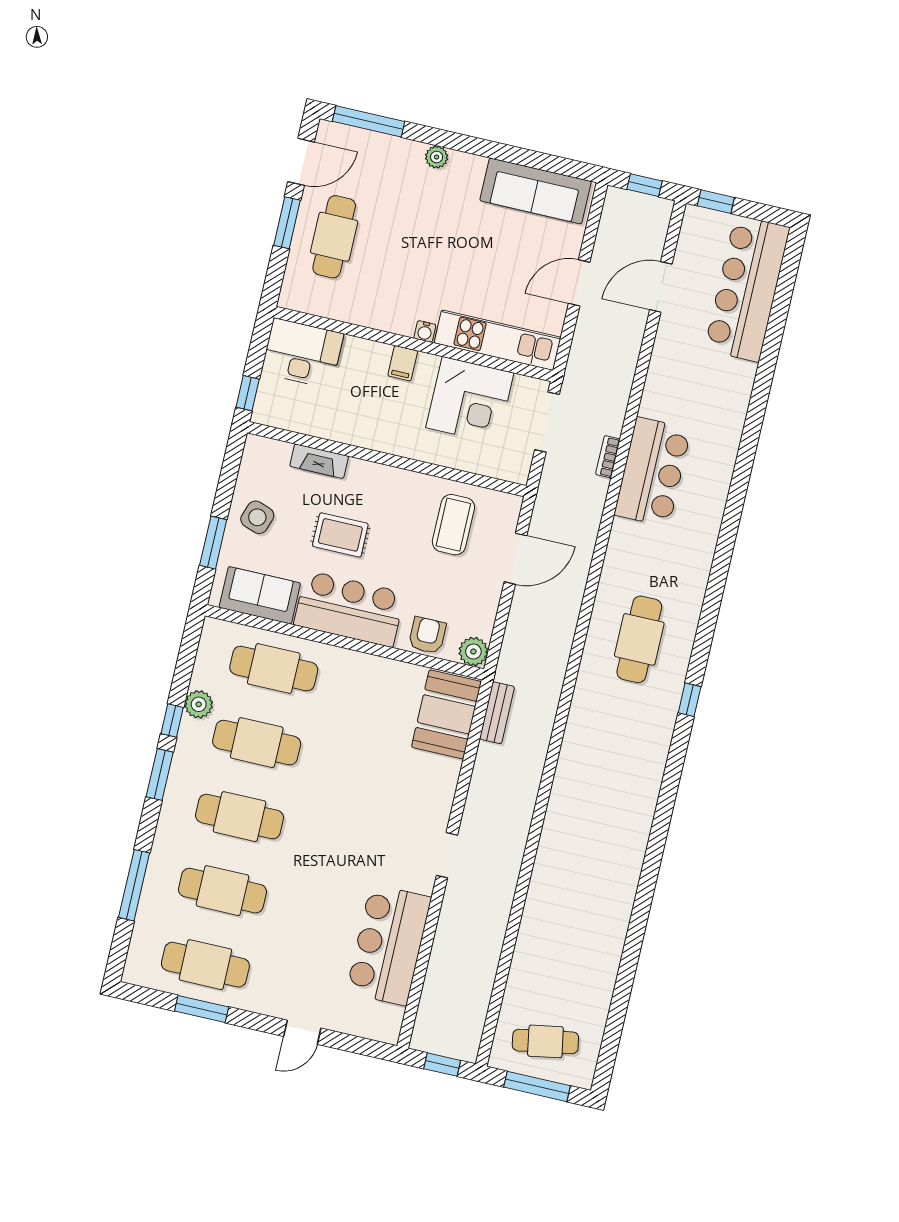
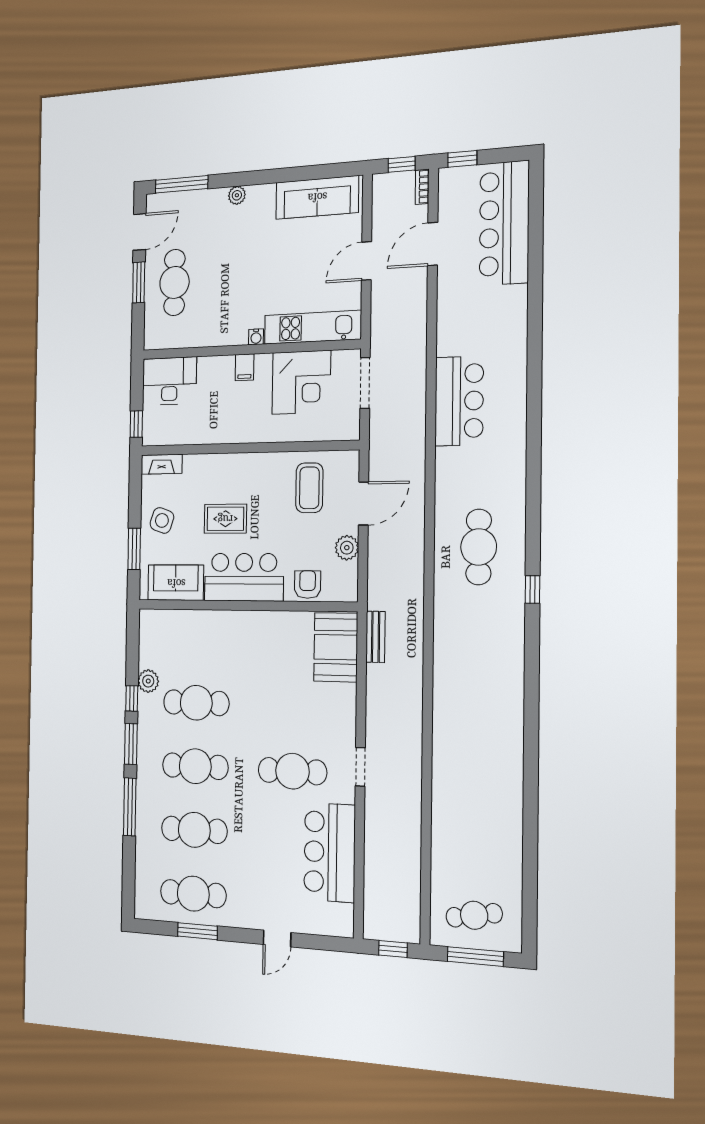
bookcase: (608, 457) -> (422, 187), moved
fireplace: (319, 461) -> (162, 464), moved
plant: (473, 651) -> (347, 548), moved
cafe table: (274, 669) -> (292, 771), moved
window: (134, 885) -> (130, 807), moved

